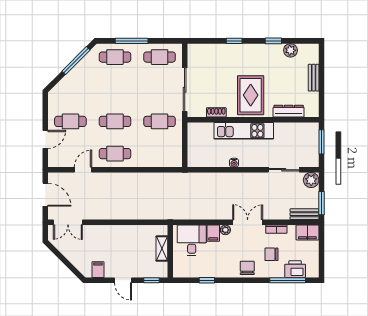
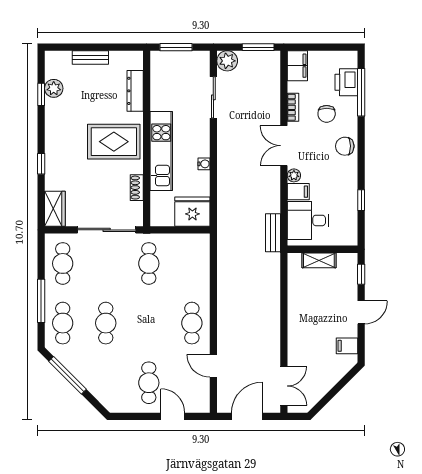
window: (273, 41) -> (41, 94), moved
wardrobe: (200, 51) -> (55, 209), added
cafe table: (115, 121) -> (106, 323), moved
fridge: (198, 154) -> (192, 212), added
bench: (304, 214) -> (273, 233), moved

